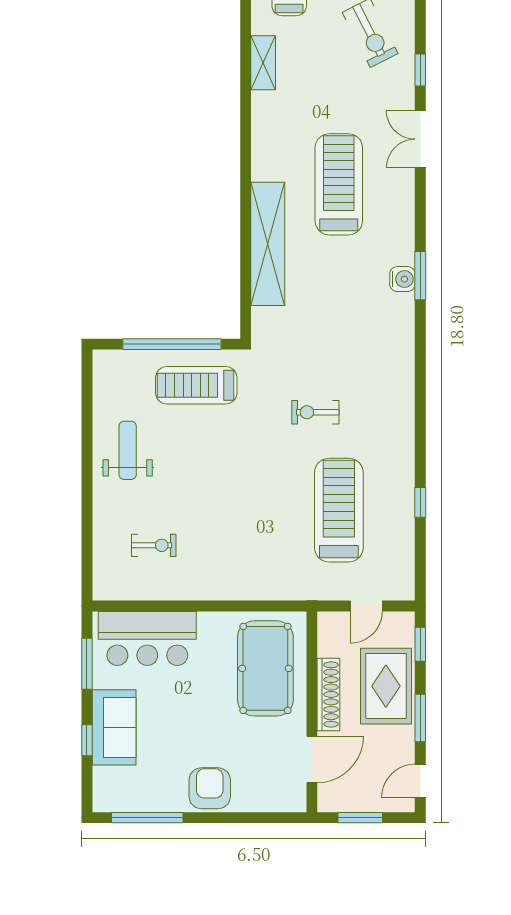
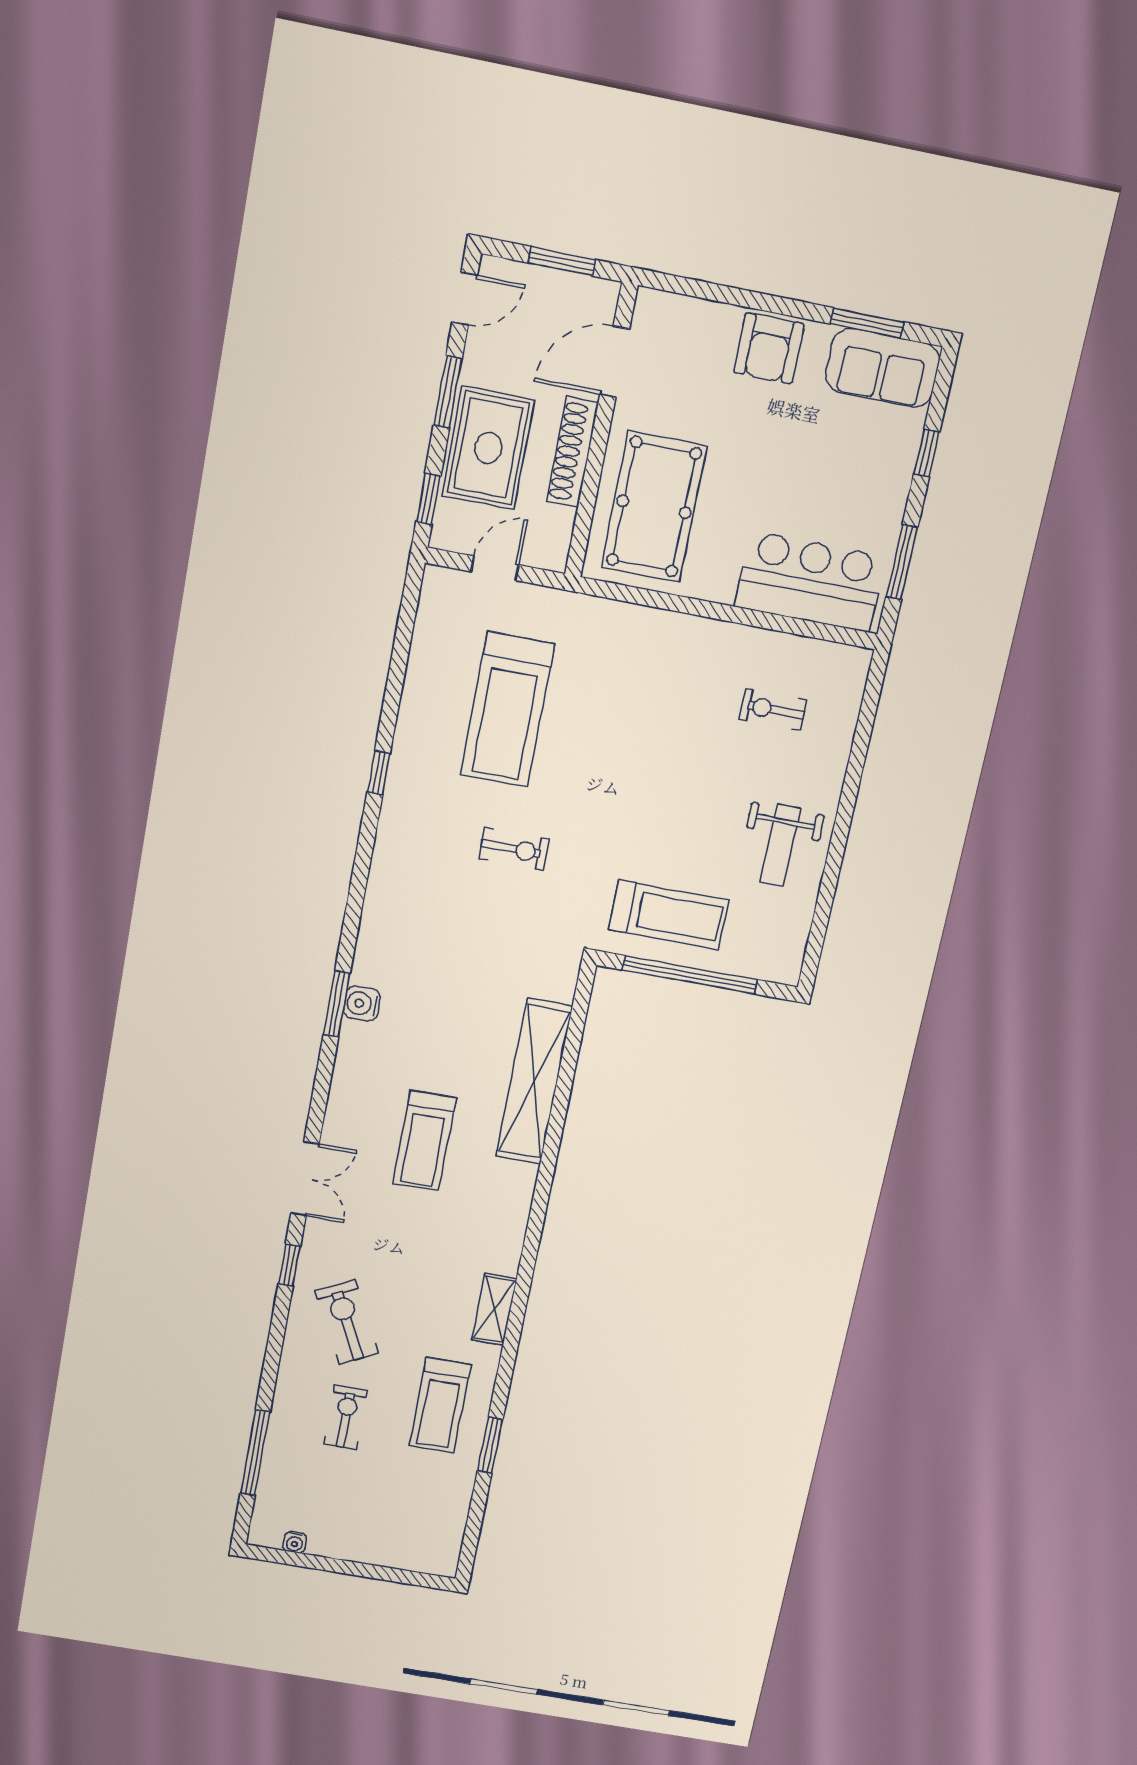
treadmill: (339, 184) -> (424, 1141), width x0.73, depth x0.73
window: (420, 502) -> (379, 773), moved
sofa: (114, 727) -> (882, 368), moved, turned -90
window: (147, 818) -> (867, 323), width x0.69

